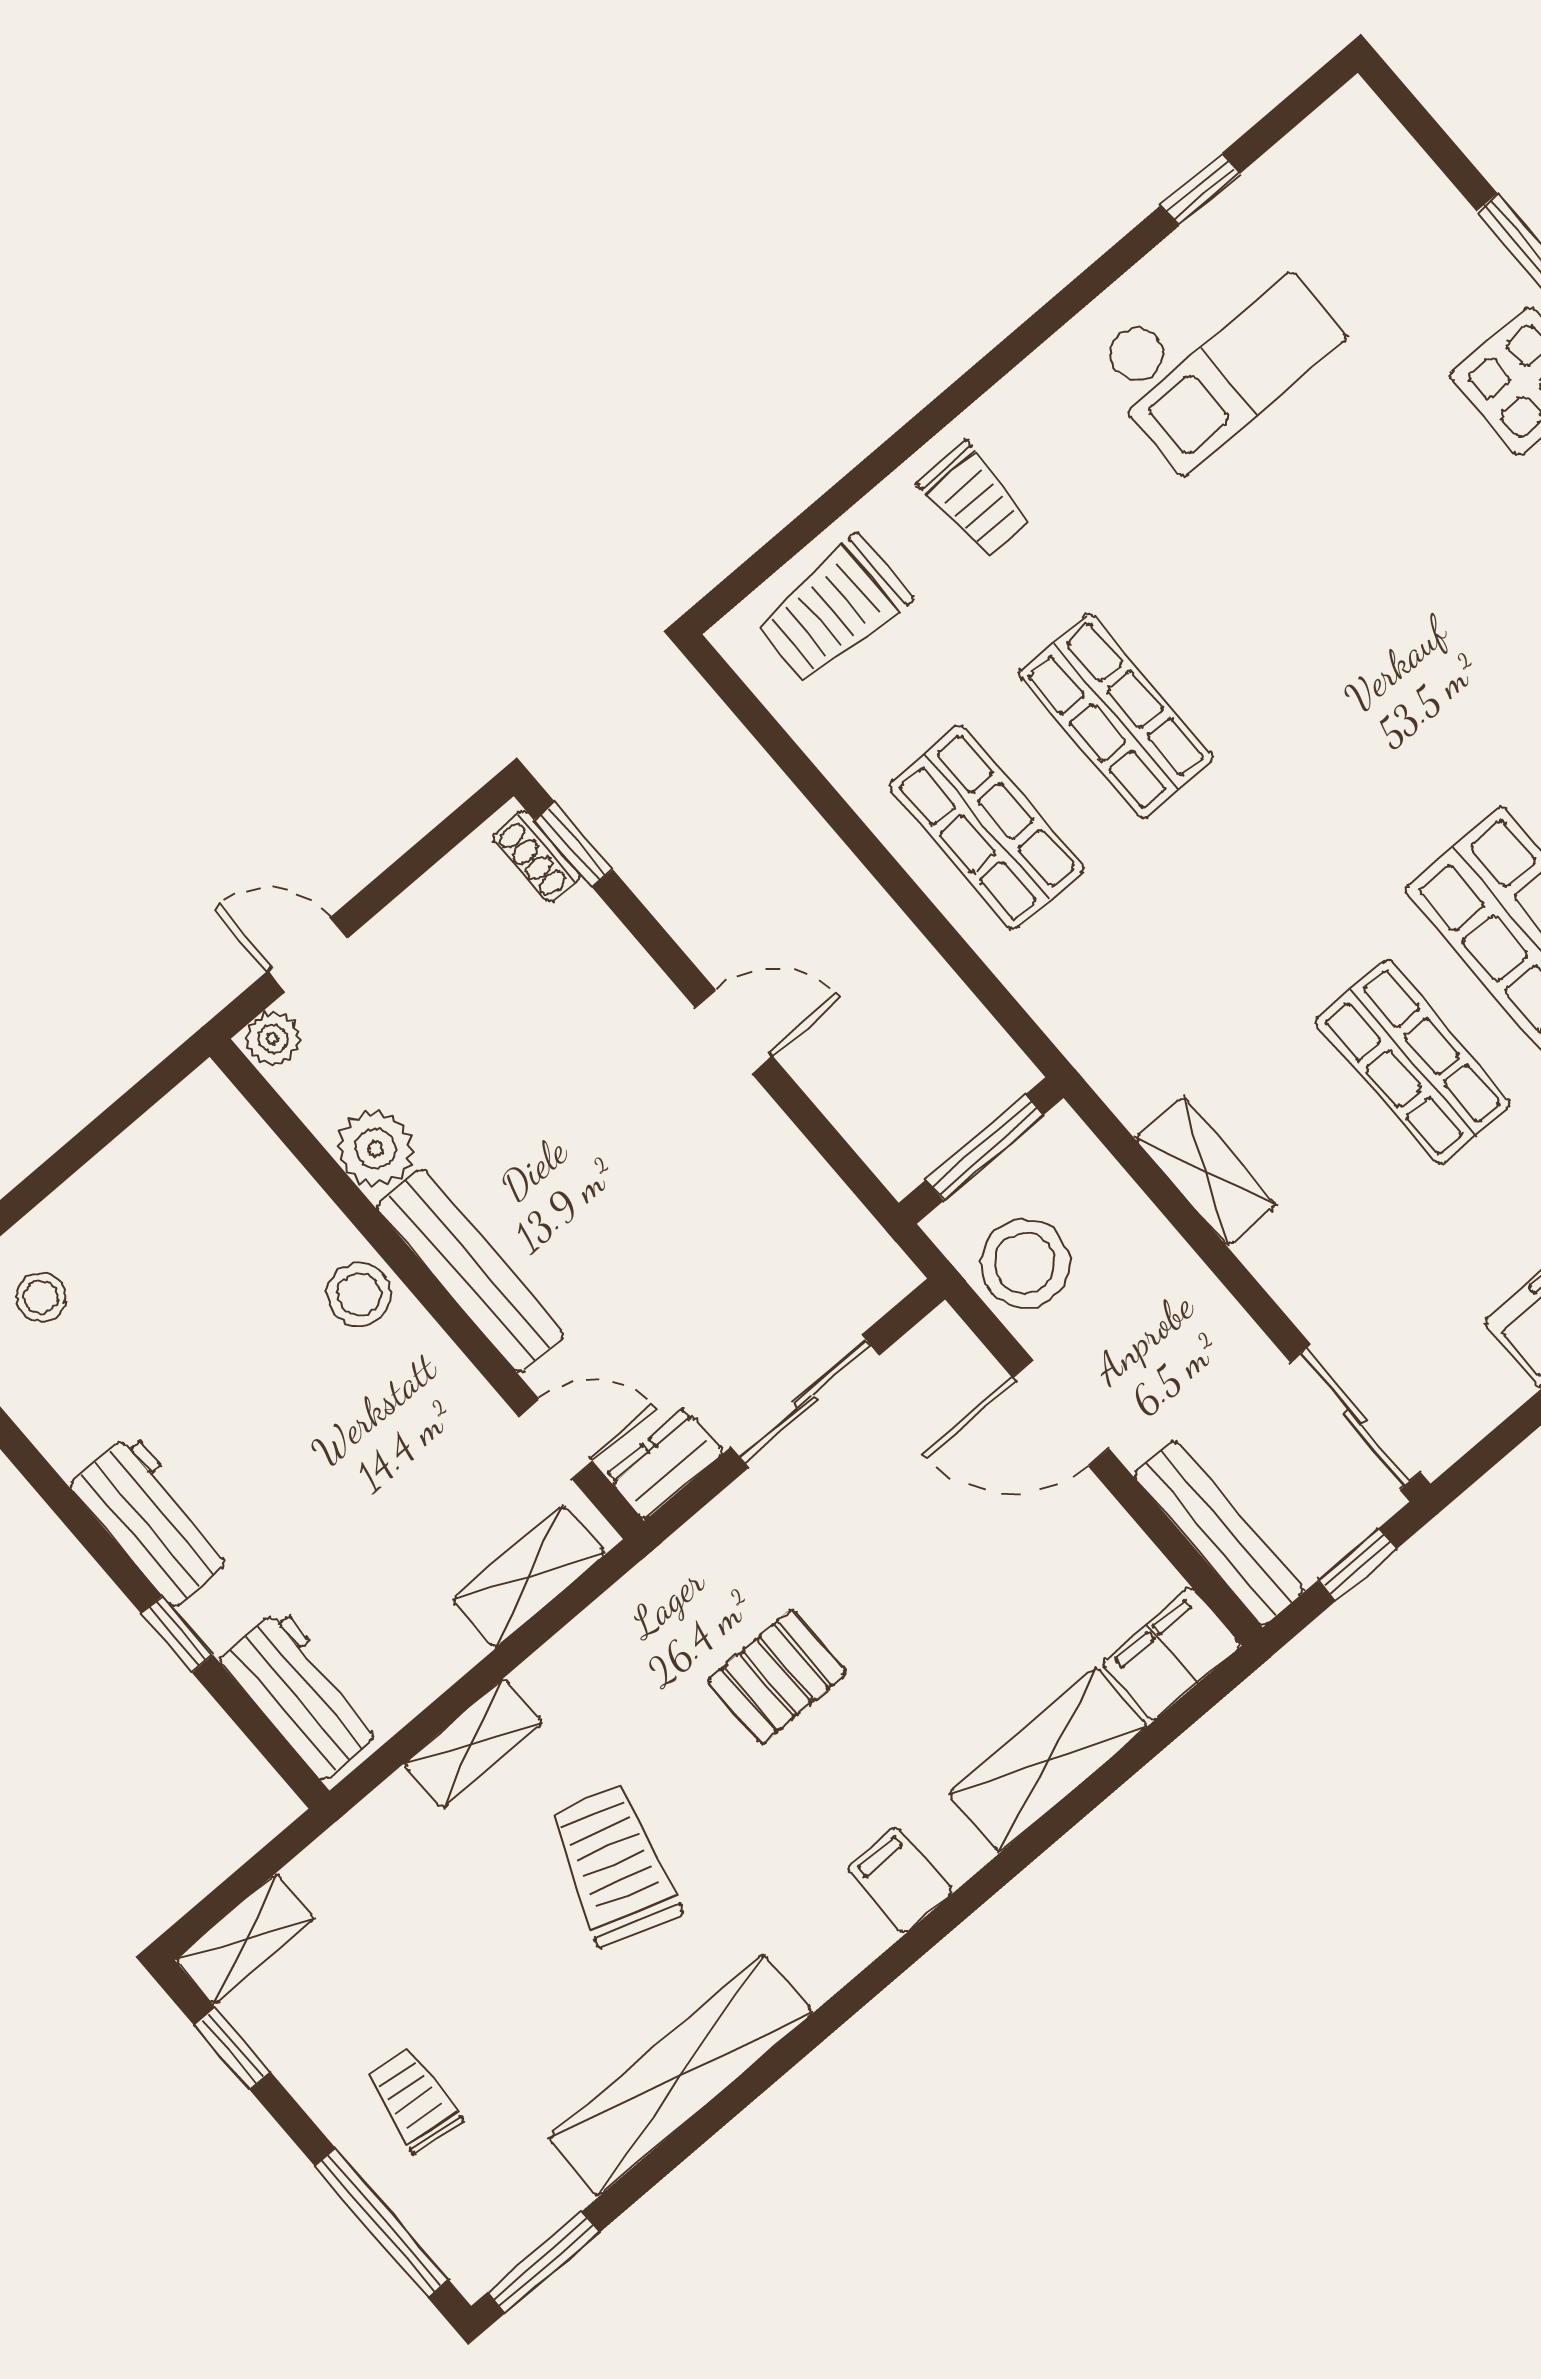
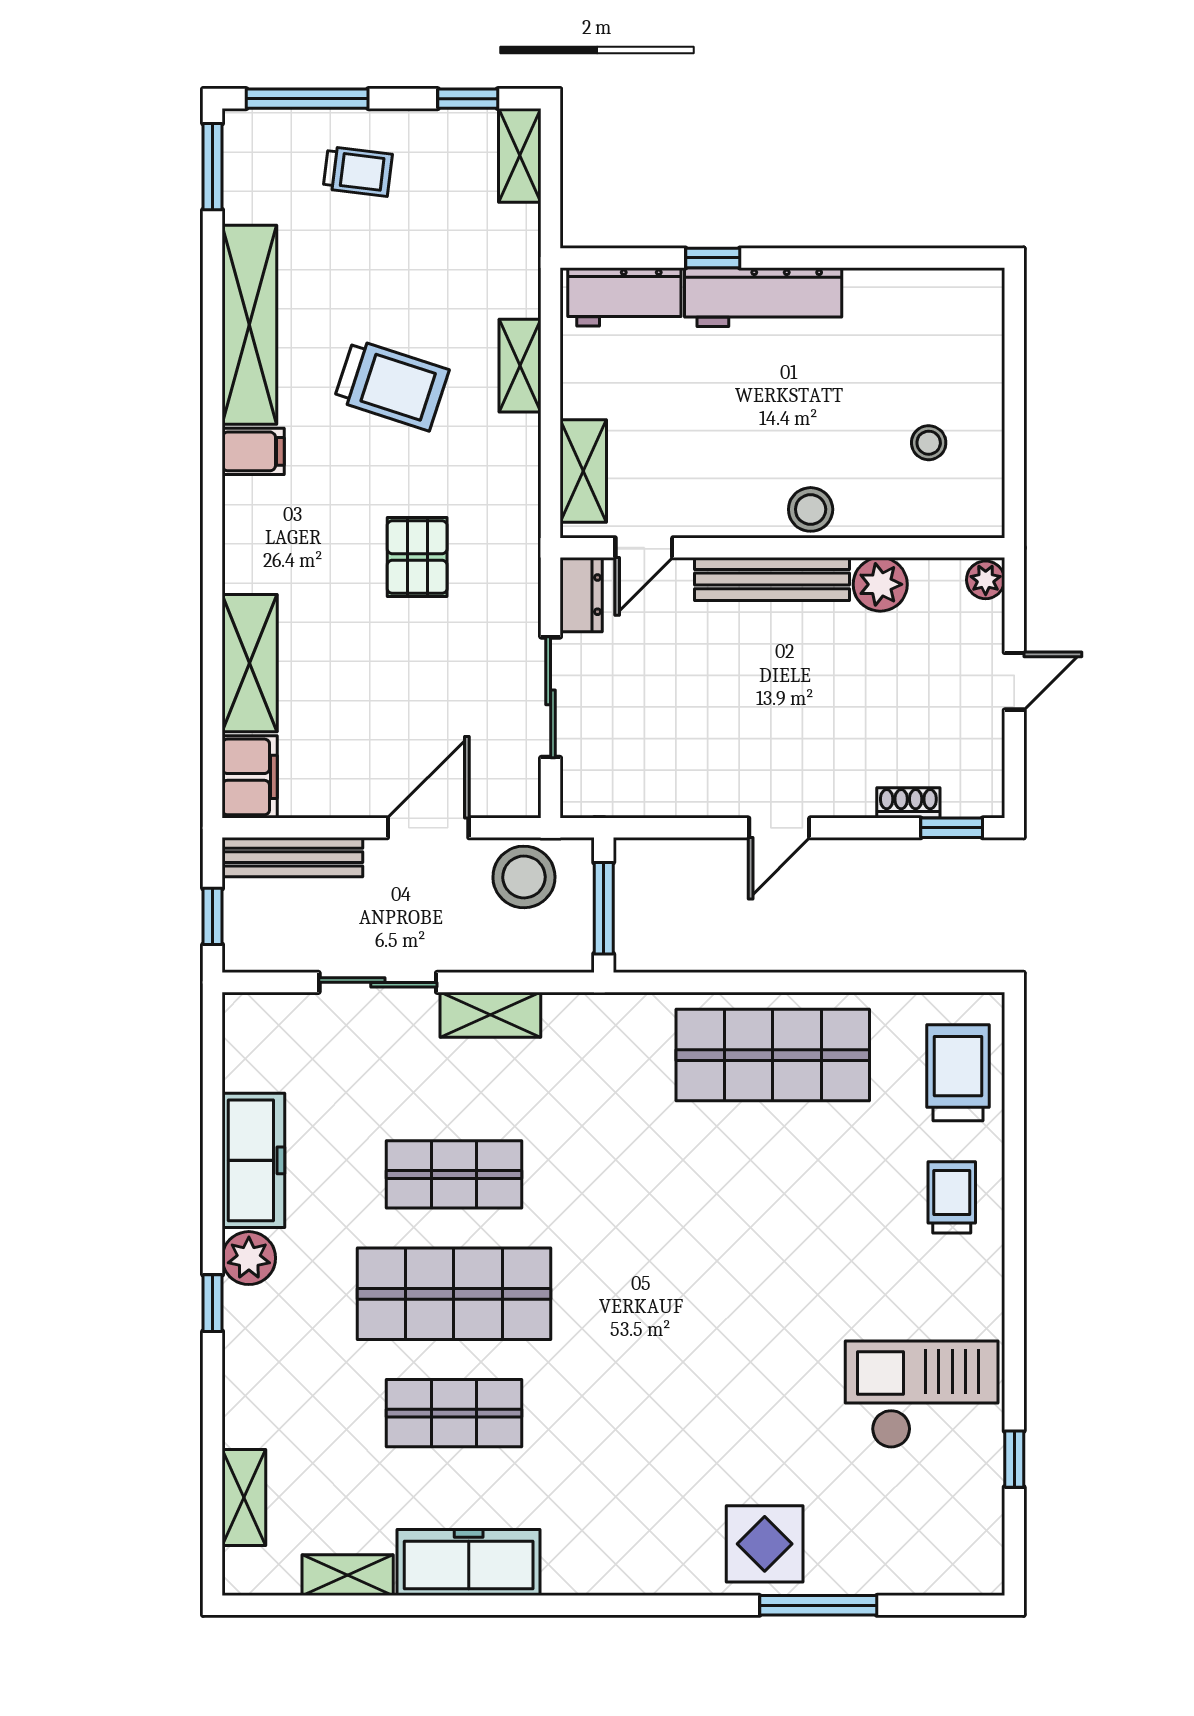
checkout: (1217, 350) -> (922, 1394), turned 90
trolley: (975, 501) -> (952, 1197), turned 90
shop shelf: (1116, 716) -> (773, 1174), removed
shop shelf: (987, 827) -> (773, 1055), width x1.43, depth x1.36
shoe rack: (536, 856) -> (908, 803), moved
door: (308, 955) -> (1014, 681), moved
stool: (41, 1297) -> (929, 443), moved
sliding door: (1355, 1417) -> (378, 982), moved
workbench: (153, 1520) -> (763, 297), width x1.37
filing cabinet: (900, 1880) -> (253, 451), moved

